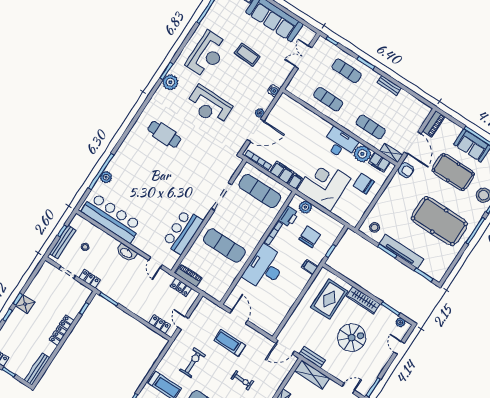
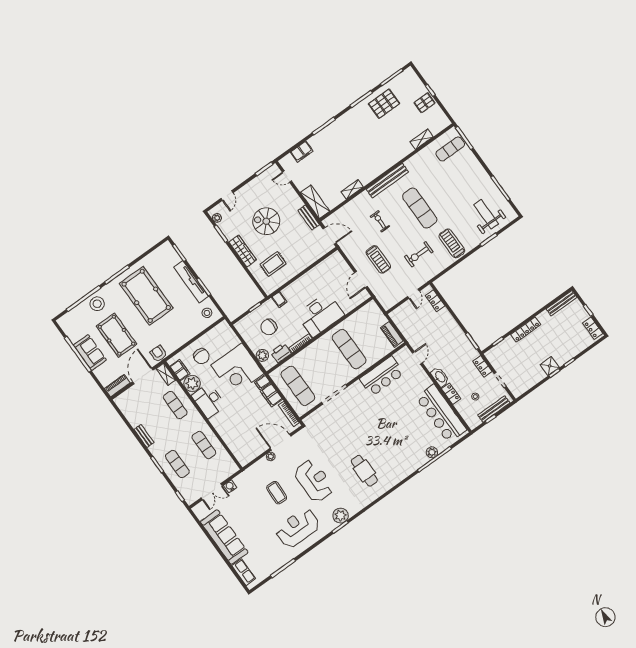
coffee table: (247, 55) -> (277, 493), moved
water cooler: (274, 90) -> (230, 486), moved
locker: (181, 287) -> (451, 394), moved
rug: (329, 299) -> (273, 264), width x0.73, depth x0.70

